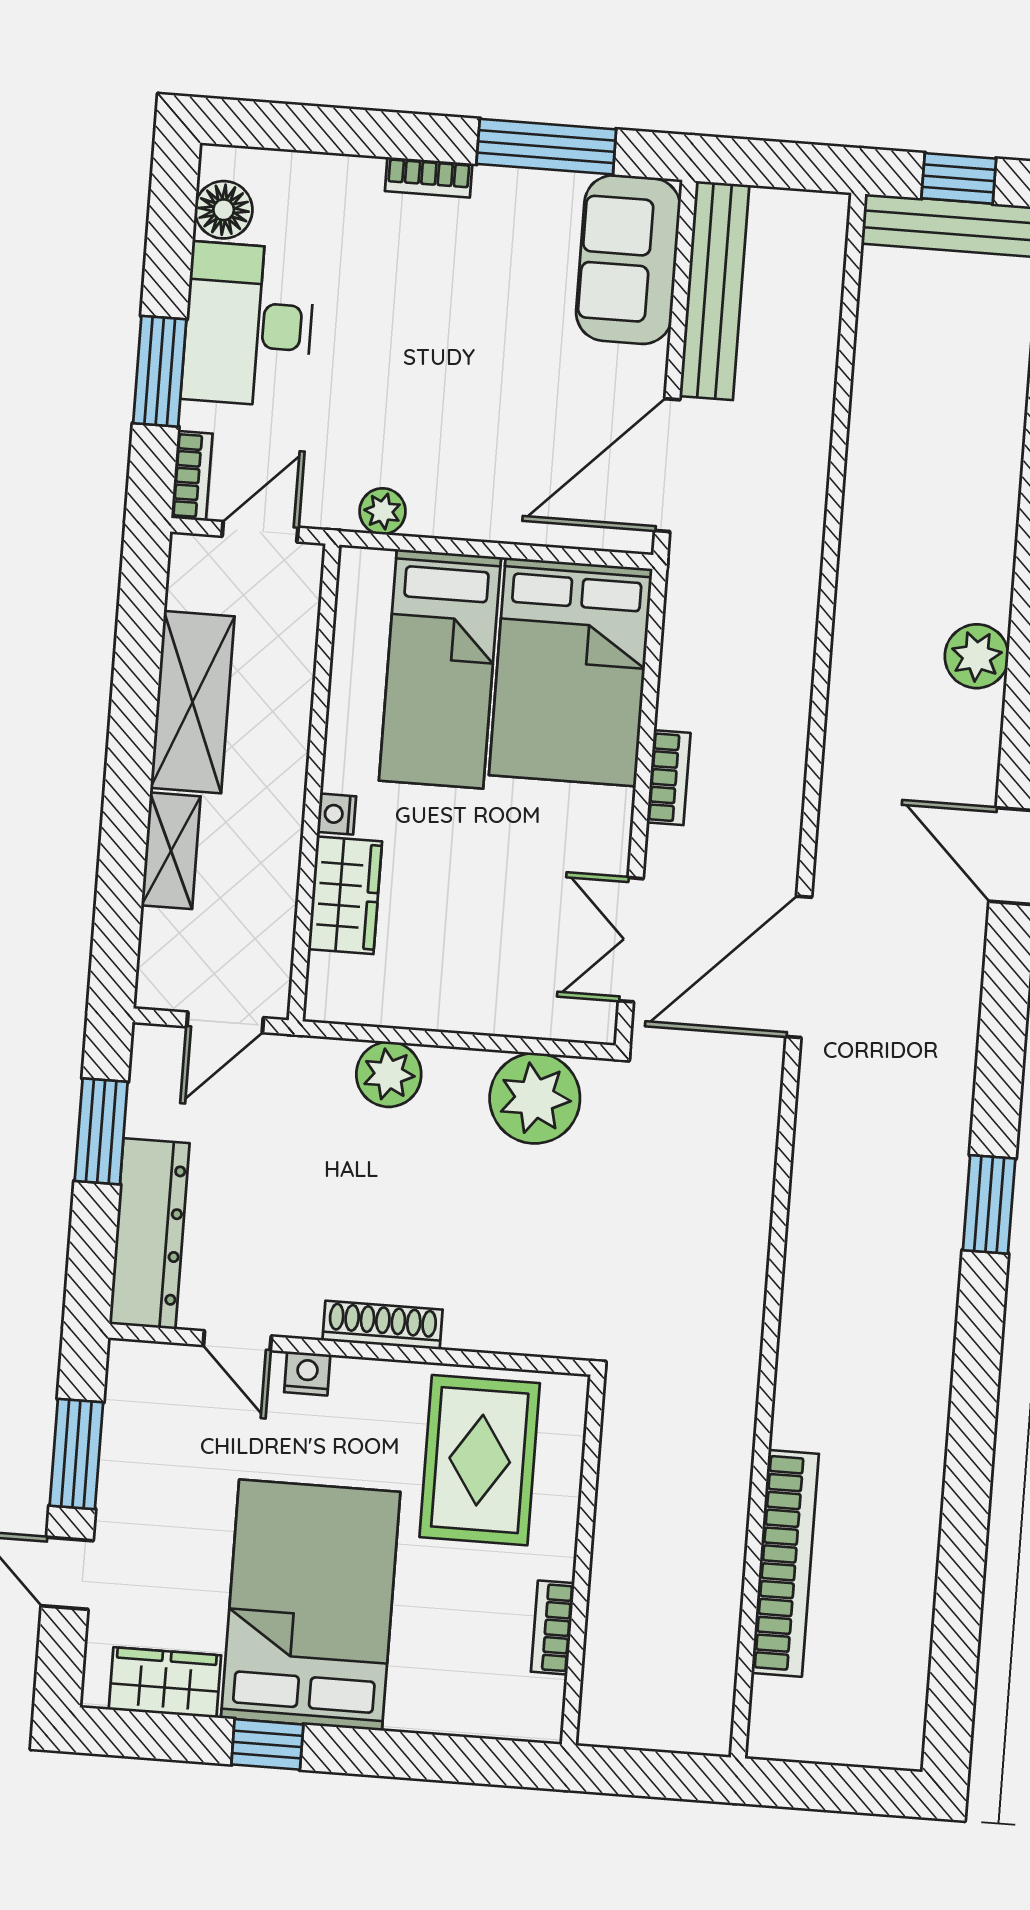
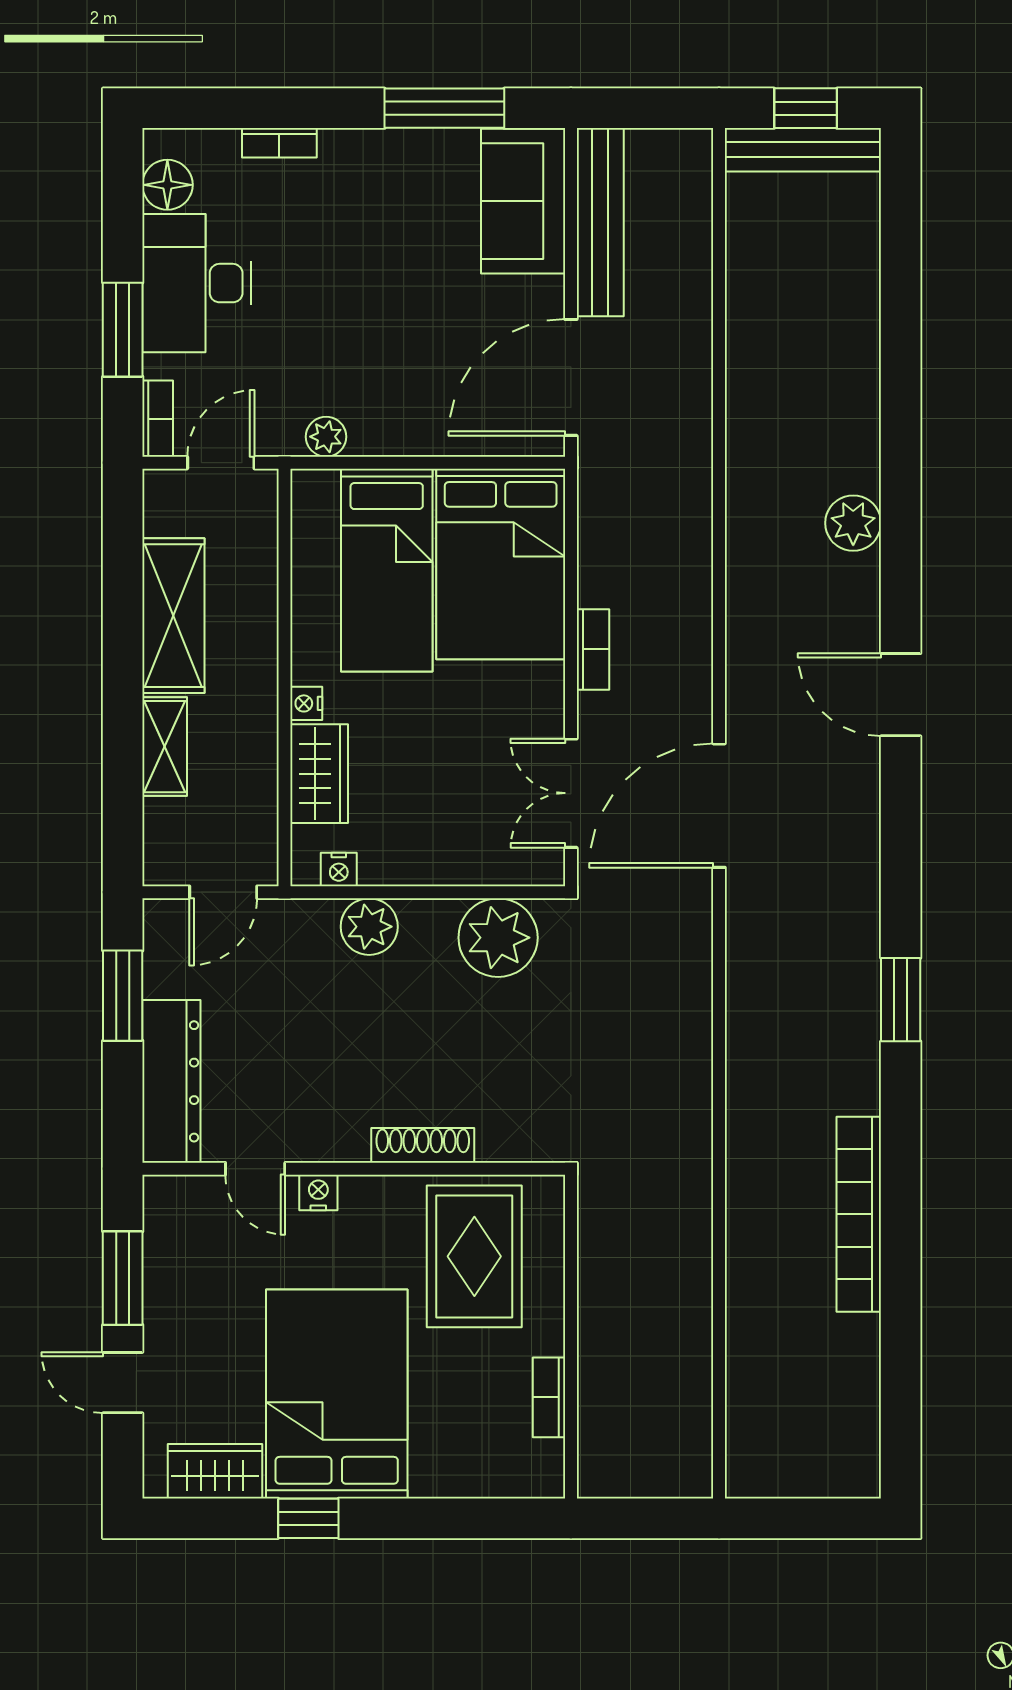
bookcase: (429, 177) -> (279, 143), moved
nightstand: (359, 1006) -> (339, 869), added
shoe rack: (383, 1325) -> (423, 1145), moved
bookcase: (785, 1563) -> (859, 1214), moved, turned 180

